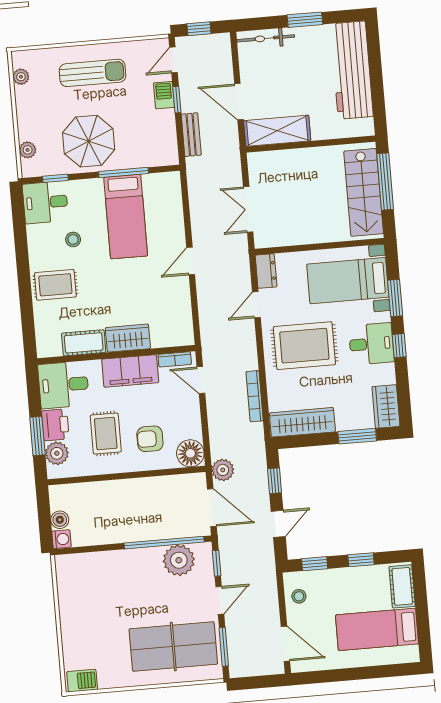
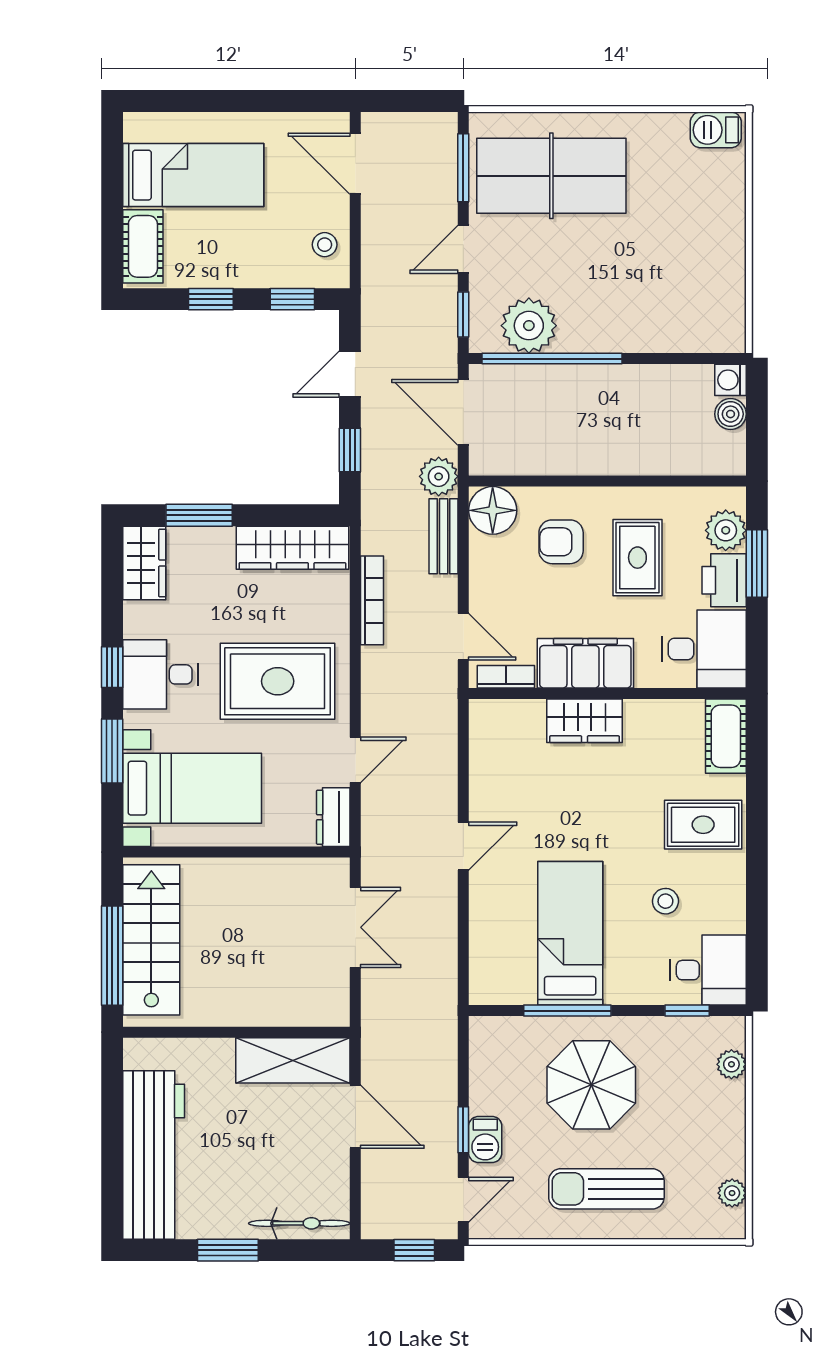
bench: (191, 135) -> (444, 536), moved
parasol: (89, 141) -> (591, 1085), moved
cot: (84, 343) -> (726, 736), moved, turned 90
armchair: (150, 439) -> (561, 542), turned 180

